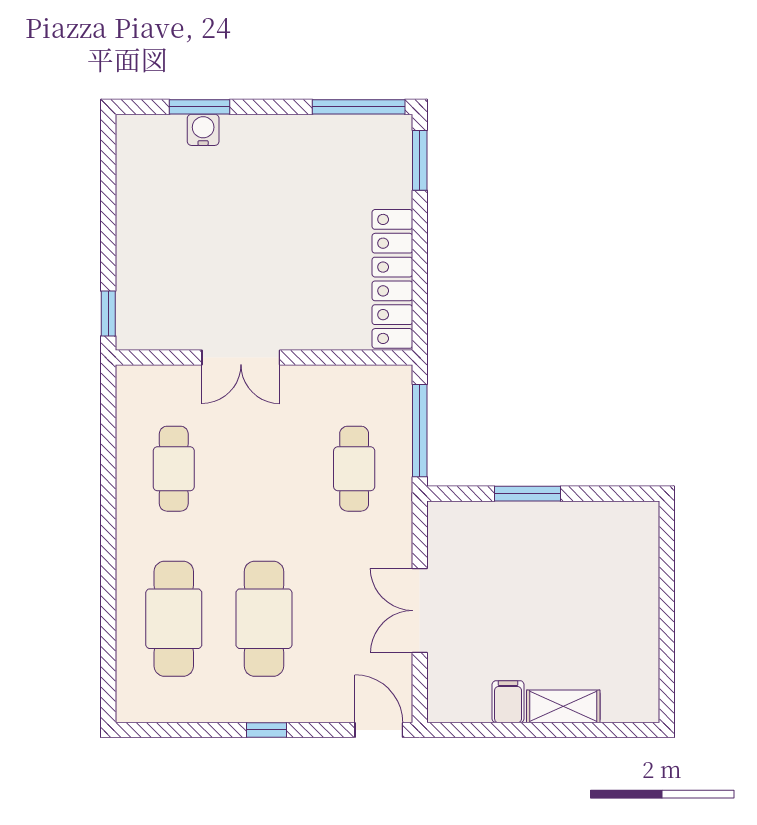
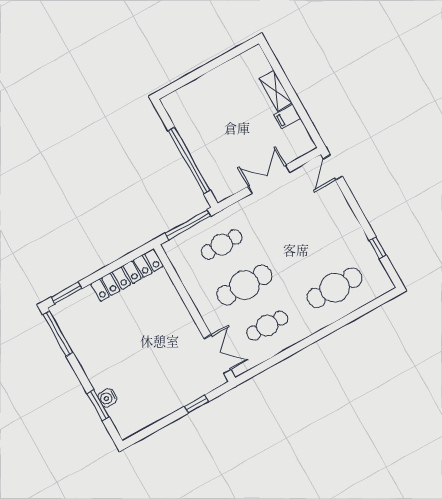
window: (108, 313) -> (196, 404), moved
double door: (241, 358) -> (217, 354), moved
window: (527, 494) -> (189, 160), width x2.11
double door: (420, 611) -> (269, 179), swing flipped
cafe table: (264, 619) -> (244, 285), moved
window: (267, 730) -> (378, 248), moved

